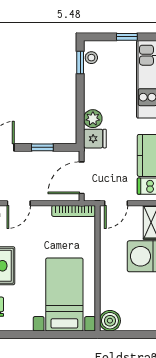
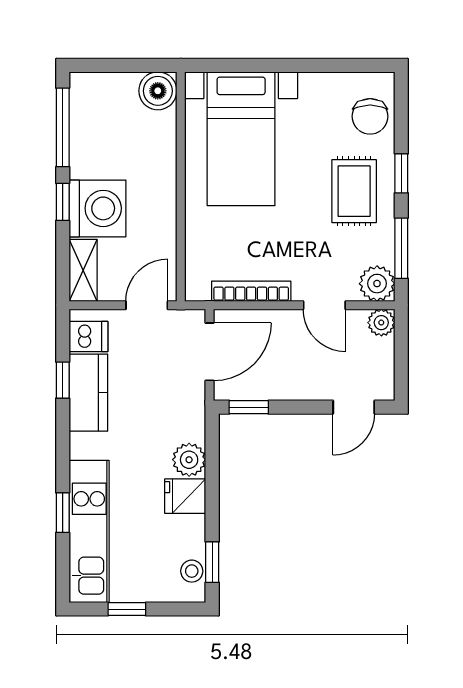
fridge: (95, 139) -> (185, 496), moved
window: (42, 147) -> (249, 407), moved
door: (19, 203) -> (324, 305), swing flipped
bookcase: (74, 211) -> (251, 291), moved

